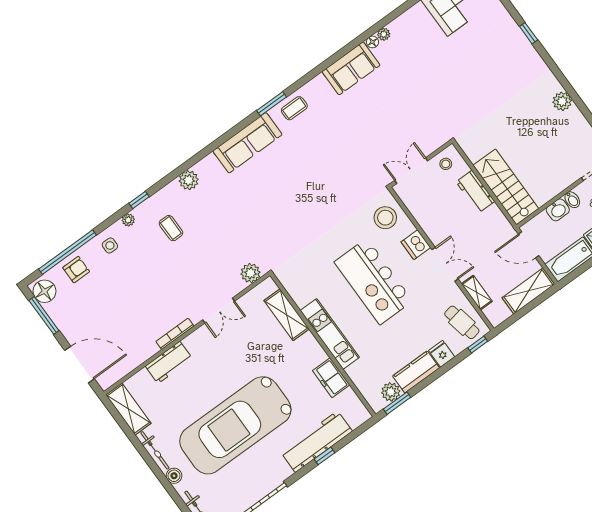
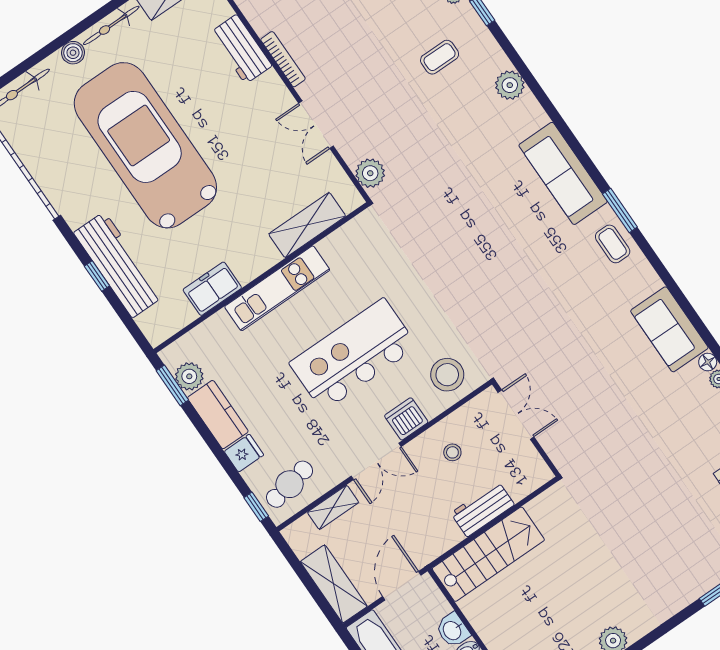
stool: (446, 164) -> (452, 452), moved

